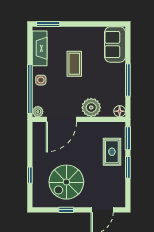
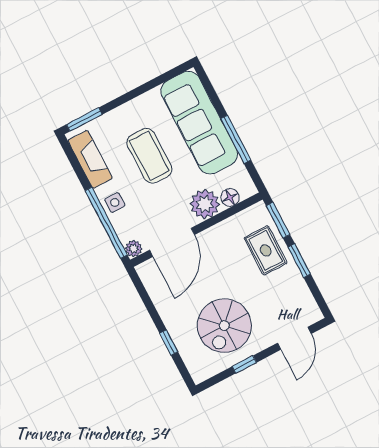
sofa: (115, 44) -> (199, 123), width x1.85, depth x1.27
coffee table: (74, 64) -> (149, 156), width x1.36, depth x1.32
floor lamp: (120, 111) -> (230, 197), moved

